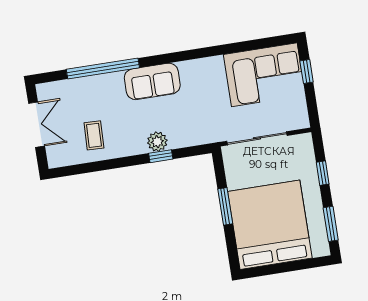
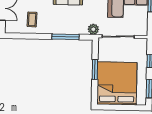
plant: (157, 142) -> (93, 29), moved
window: (161, 156) -> (65, 37), width x2.17

